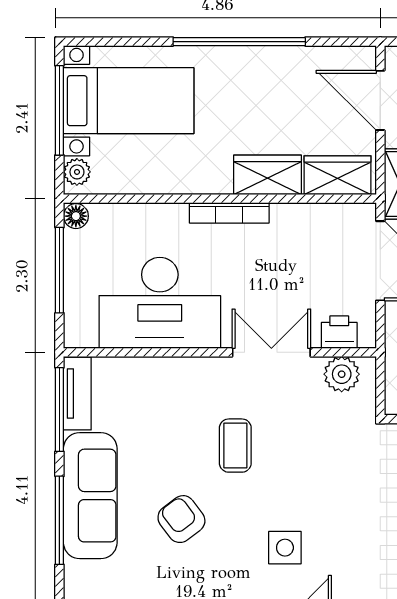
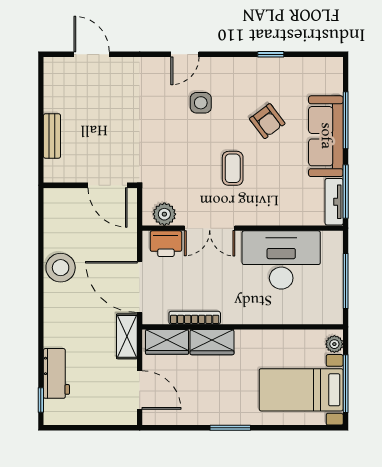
window: (239, 42) -> (230, 428), width x0.47
bookcase: (229, 213) -> (195, 318), moved
floor lamp: (76, 216) -> (335, 316), removed
printer: (339, 332) -> (166, 244), width x1.36, depth x1.24

